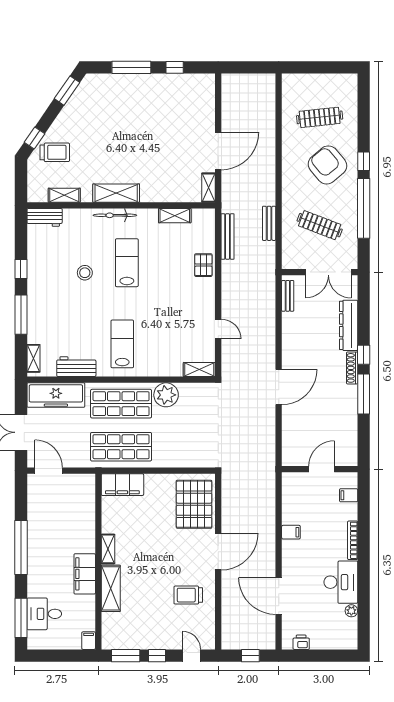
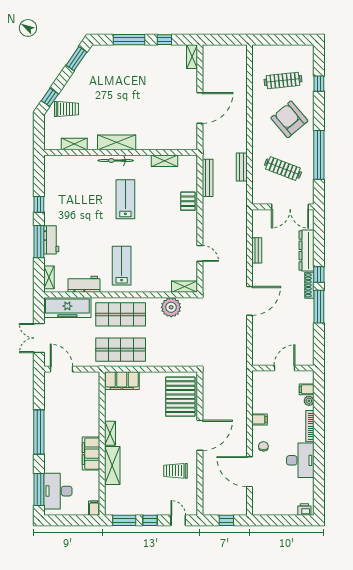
window: (364, 161) -> (319, 84), moved
shelving: (208, 188) -> (192, 57), moved
workbench: (45, 217) -> (51, 240), moved, turned -90
stool: (85, 273) -> (91, 207), removed
bench: (288, 296) -> (257, 250), moved
plant: (166, 395) -> (171, 307), moved
chair: (296, 565) -> (263, 446), added
plant: (351, 611) -> (309, 401), moved
desk: (44, 614) -> (58, 491), width x1.37
printer: (301, 642) -> (304, 509), moved

